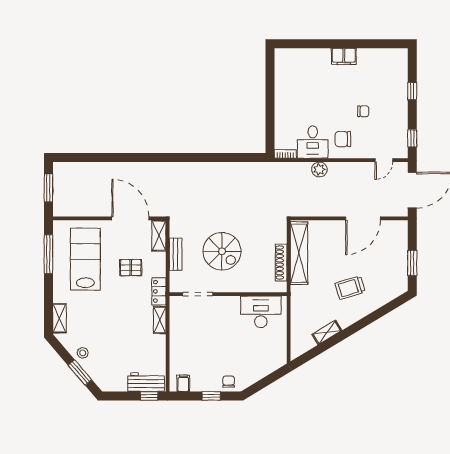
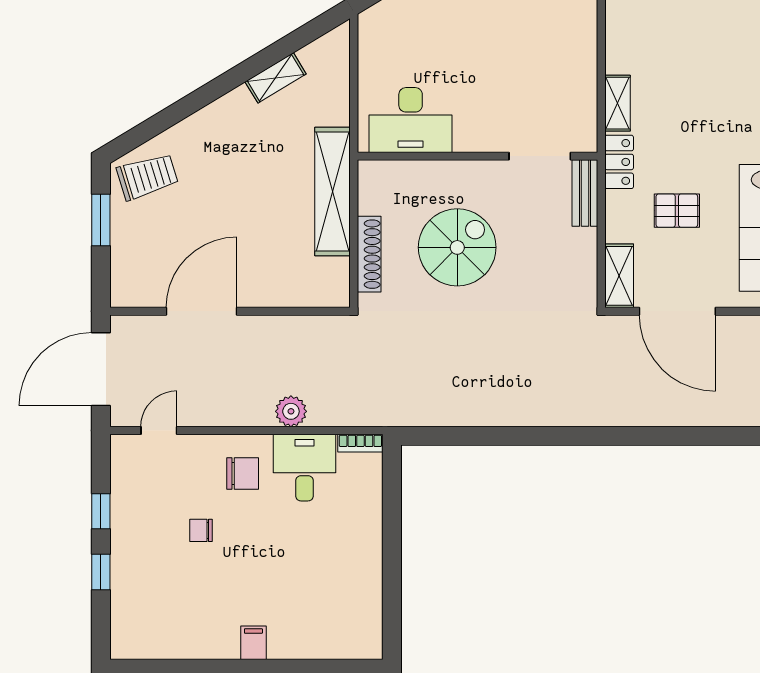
filing cabinet: (344, 56) -> (253, 643), width x0.50
window: (412, 138) -> (101, 511), moved
spiral stairs: (222, 251) -> (457, 247), moved, turned 90
shelving: (299, 253) -> (333, 191), moved
bench: (176, 254) -> (585, 193), moved
shoe rack: (281, 262) -> (369, 254), moved
trolley: (350, 288) -> (147, 177), moved

